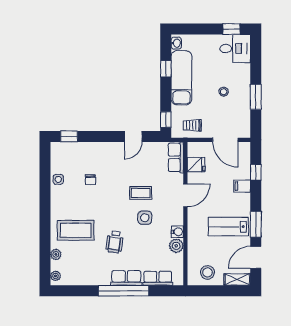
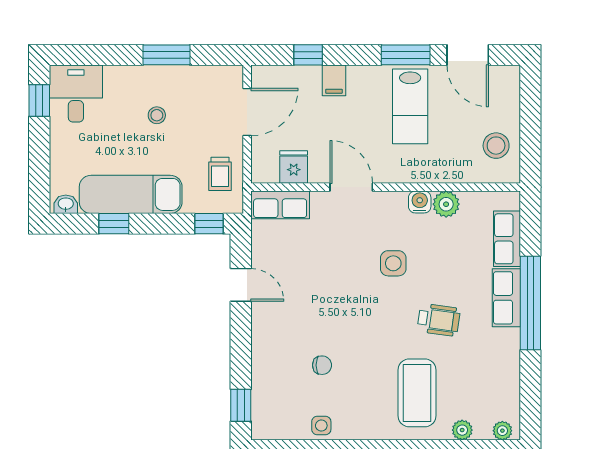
coffee table: (141, 193) -> (347, 271), removed
shelving: (237, 279) -> (509, 90), removed

